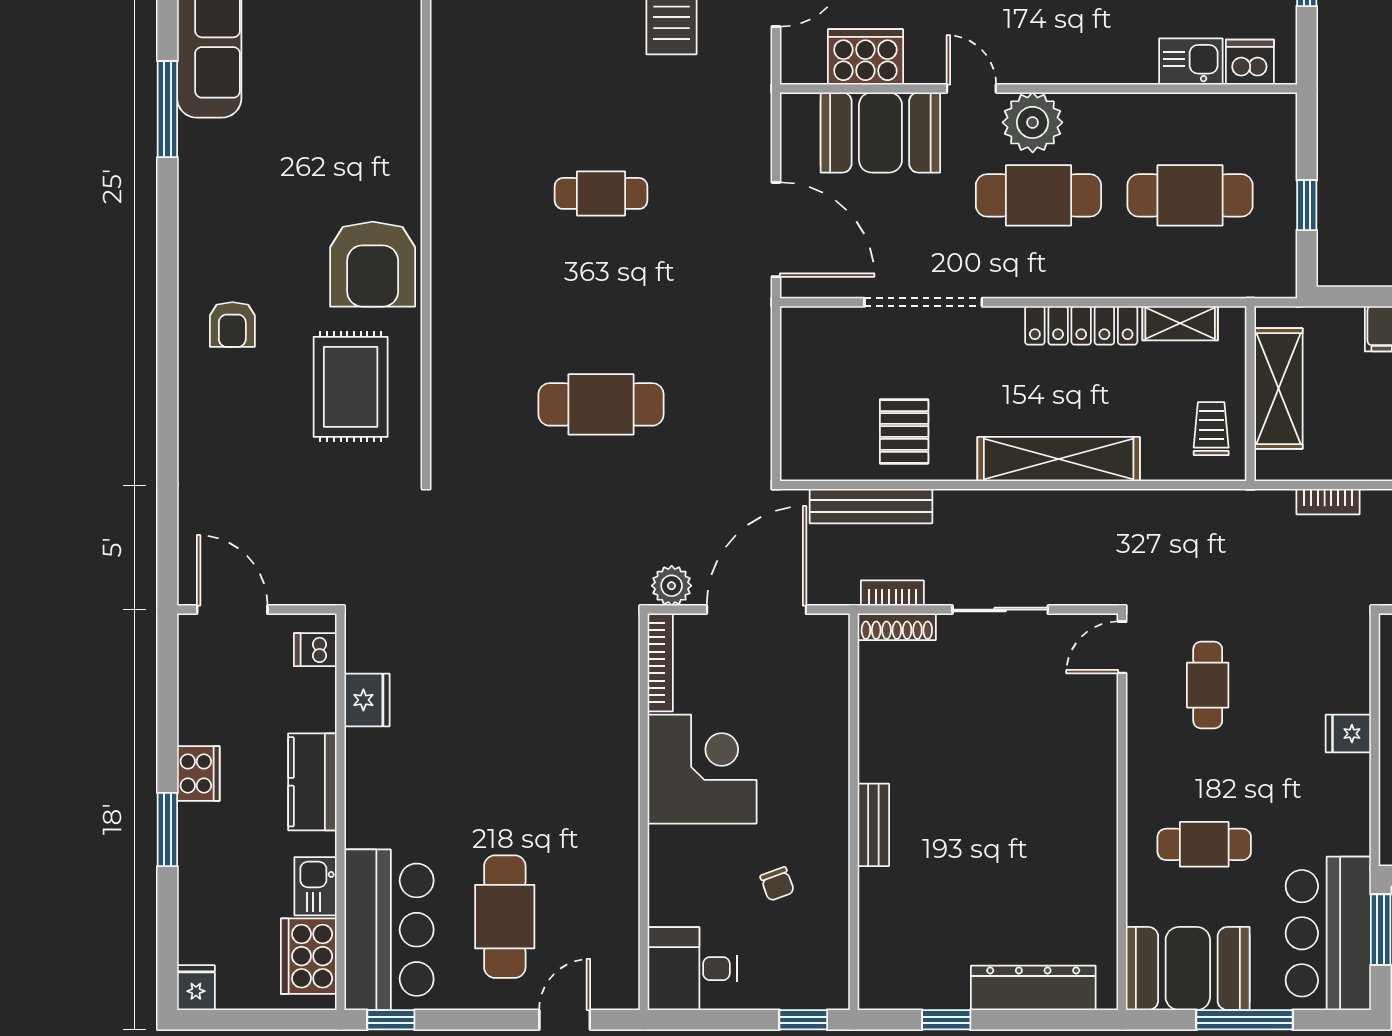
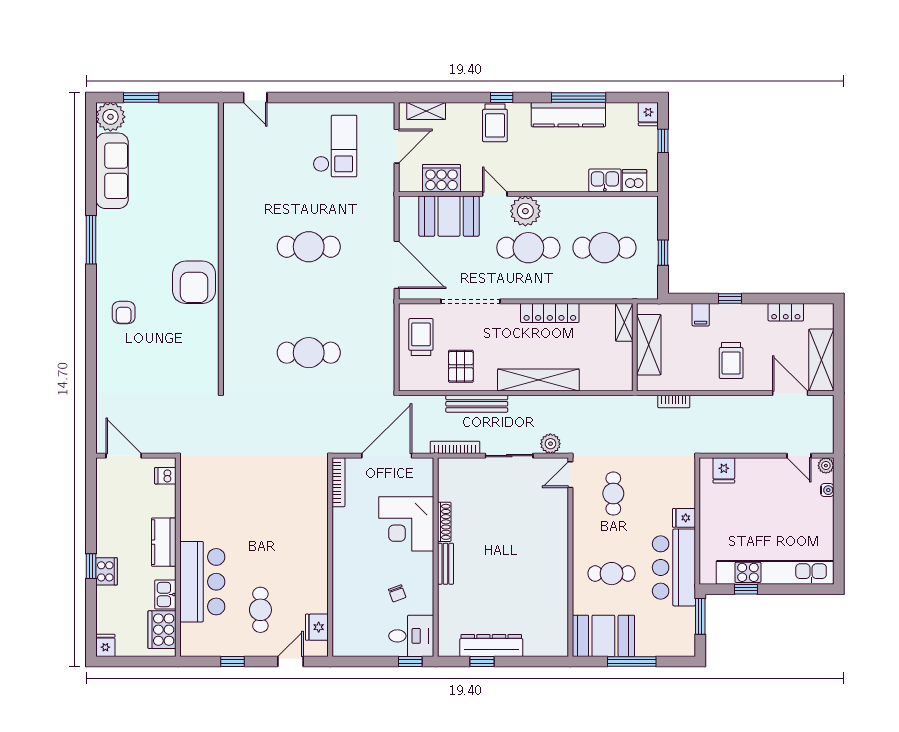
window: (167, 109) -> (91, 240), moved
cafe table: (601, 193) -> (309, 247), width x1.37, depth x1.35
shelving: (1180, 323) -> (624, 322), moved, turned 90
rug: (351, 387) -> (183, 344), removed
trolley: (1211, 429) -> (421, 337), moved, width x1.36, depth x1.39
bench: (871, 506) -> (477, 404), moved
plant: (672, 586) -> (550, 444), moved
bookcase: (892, 593) -> (455, 447), width x1.56
shoe rack: (897, 627) -> (444, 522), moved, turned -90
fridge: (367, 700) -> (317, 627), moved, turned 180
corner desk: (702, 769) -> (406, 524), moved, turned 180
cooker: (198, 773) -> (107, 571), moved
window: (167, 830) -> (91, 566), width x0.67
cafe table: (505, 917) -> (260, 610), width x0.73, depth x0.74
bar counter: (389, 930) -> (202, 582), moved
bar counter: (1328, 933) -> (674, 567), moved
desk: (692, 969) -> (411, 636), moved, turned 180
dresser: (1033, 988) -> (491, 646), moved
window: (391, 1020) -> (232, 662), moved

